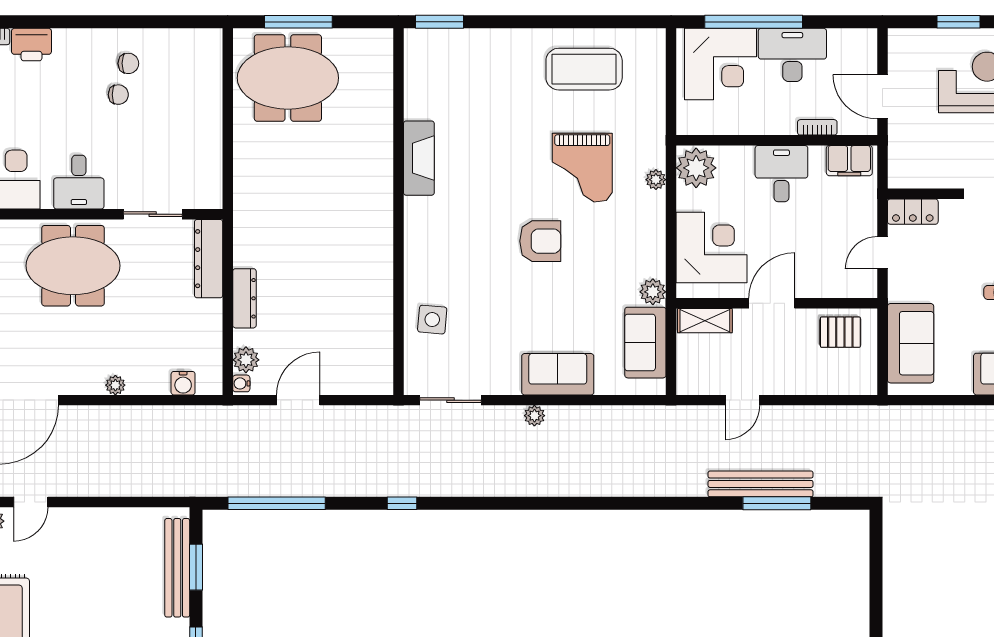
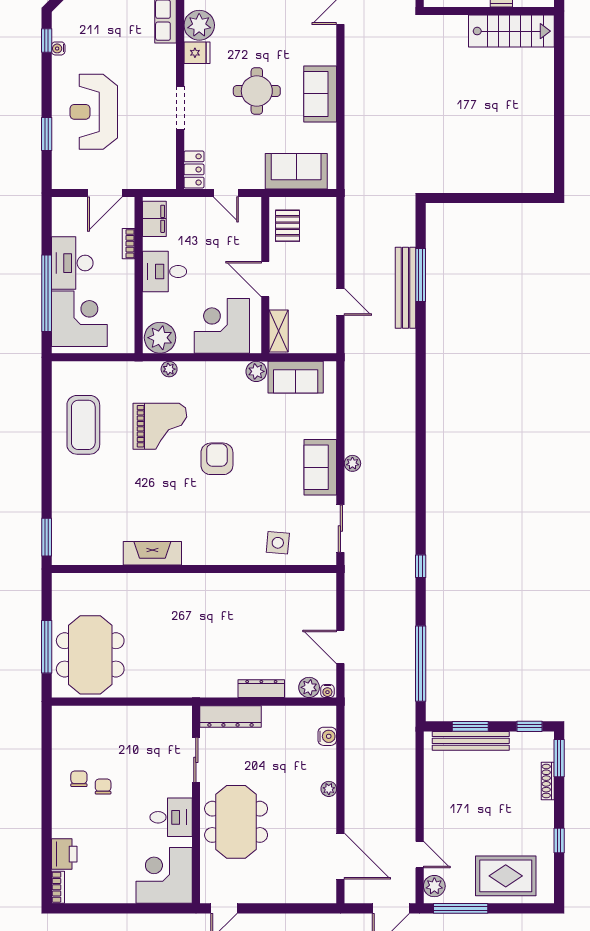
sofa: (558, 374) -> (320, 467), moved

